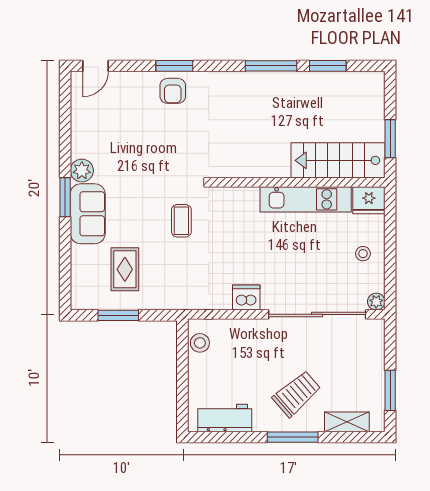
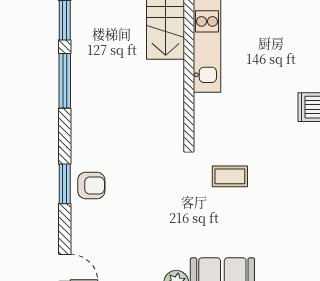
rug: (125, 269) -> (282, 237), removed

